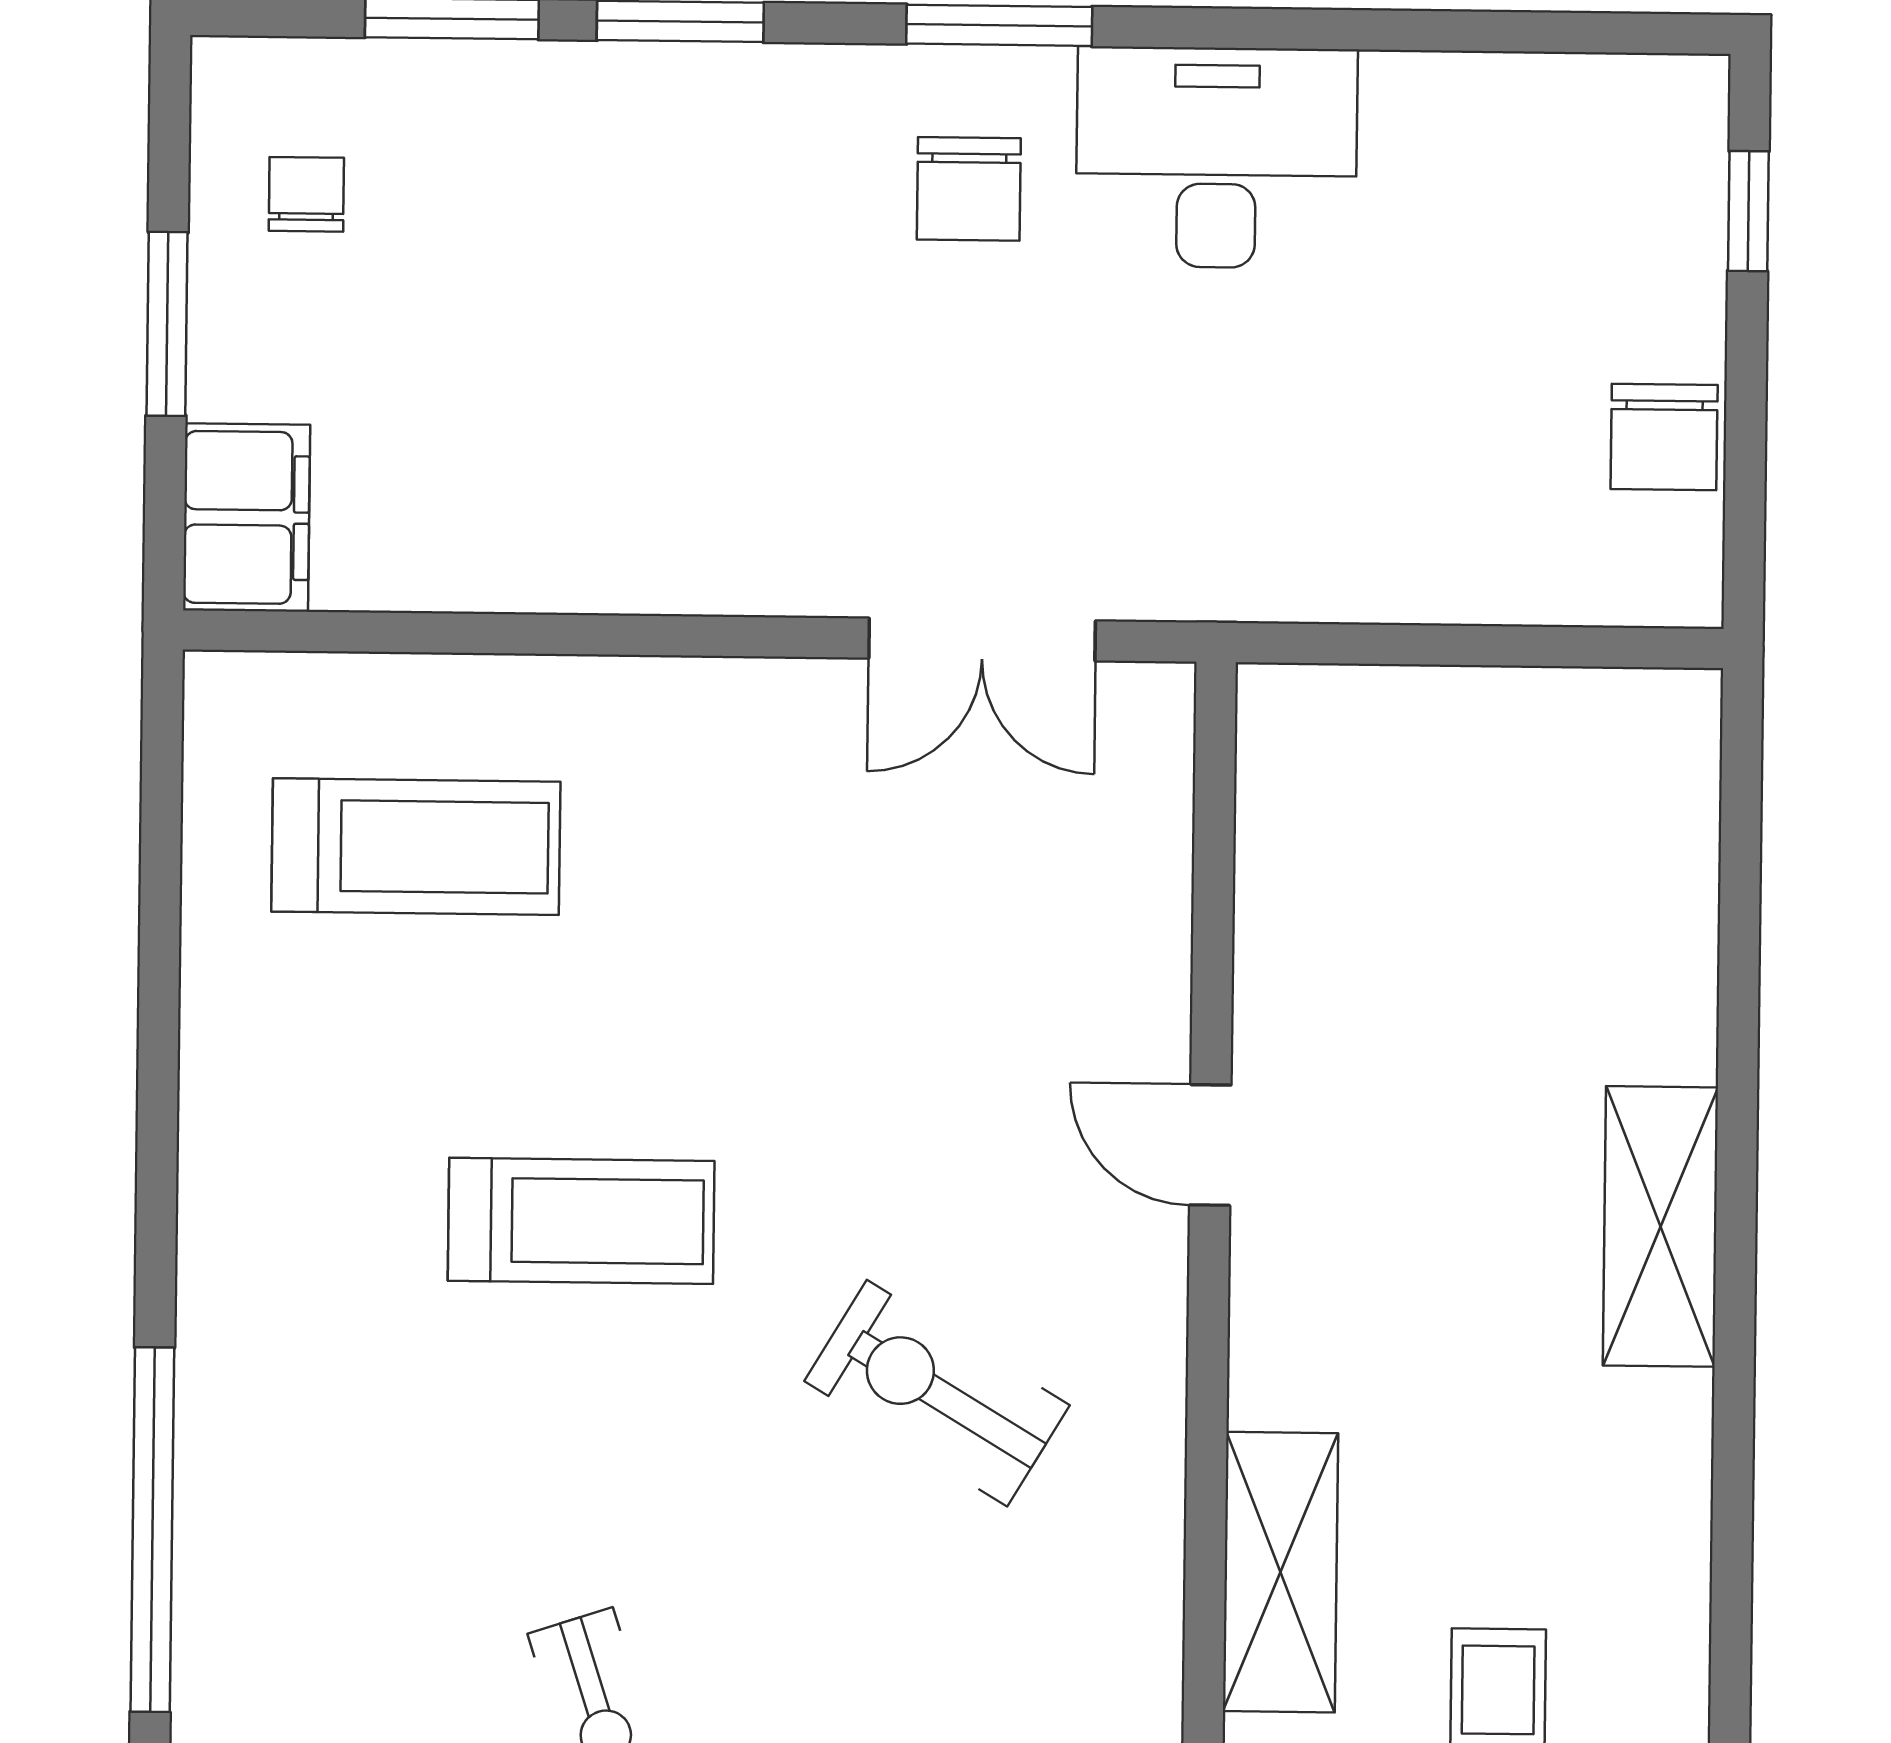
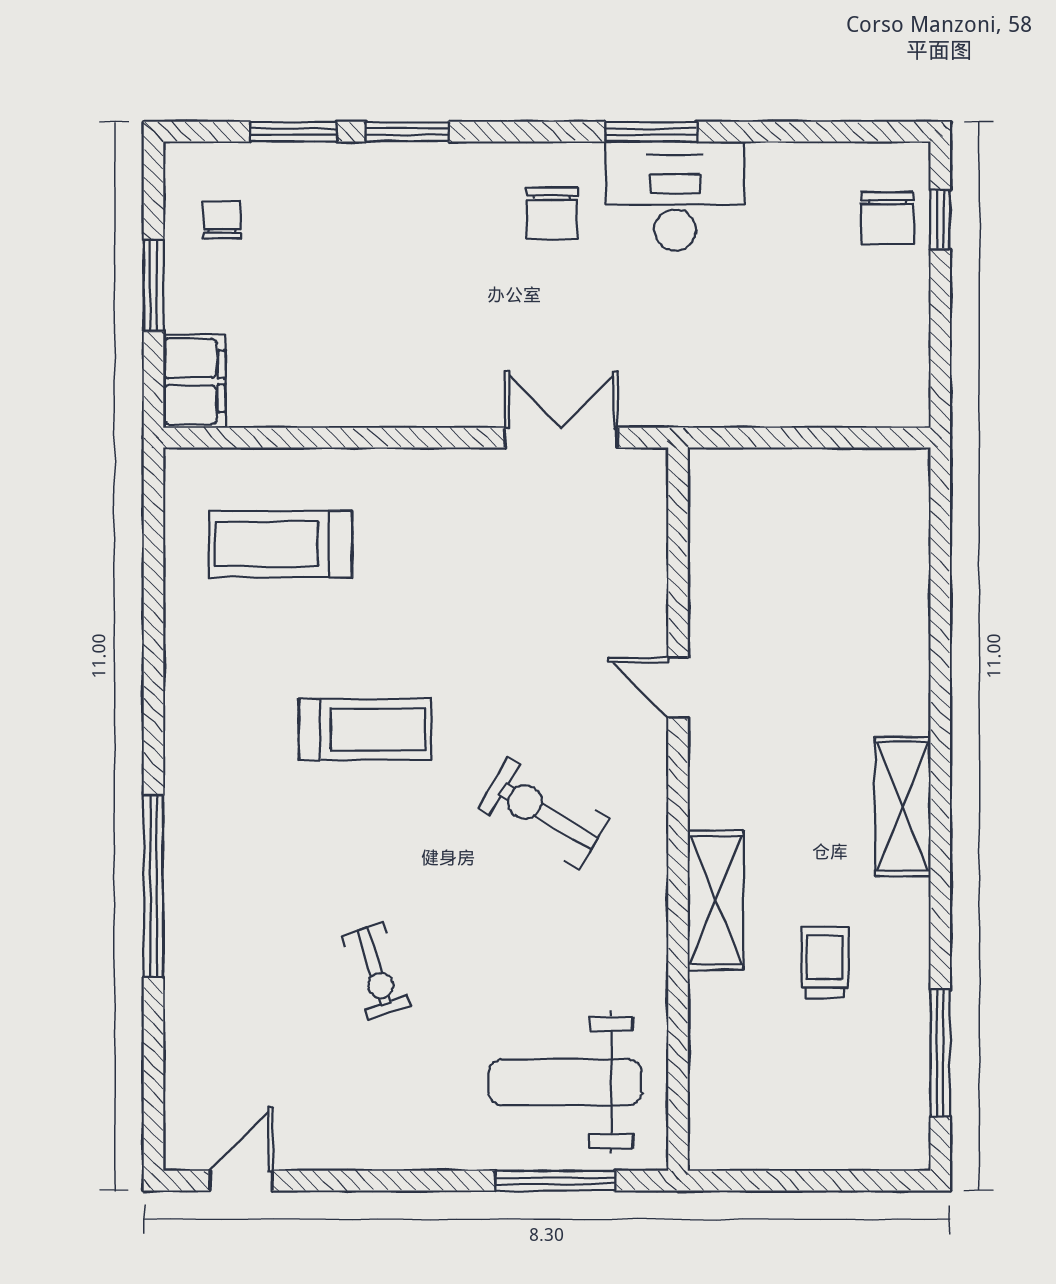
window: (999, 25) -> (651, 132), moved
chair: (1664, 437) -> (887, 218), moved
double door: (982, 640) -> (561, 438), swing flipped
treadmill: (416, 847) -> (281, 544), turned 180
shelving: (1660, 1226) -> (903, 807), moved

